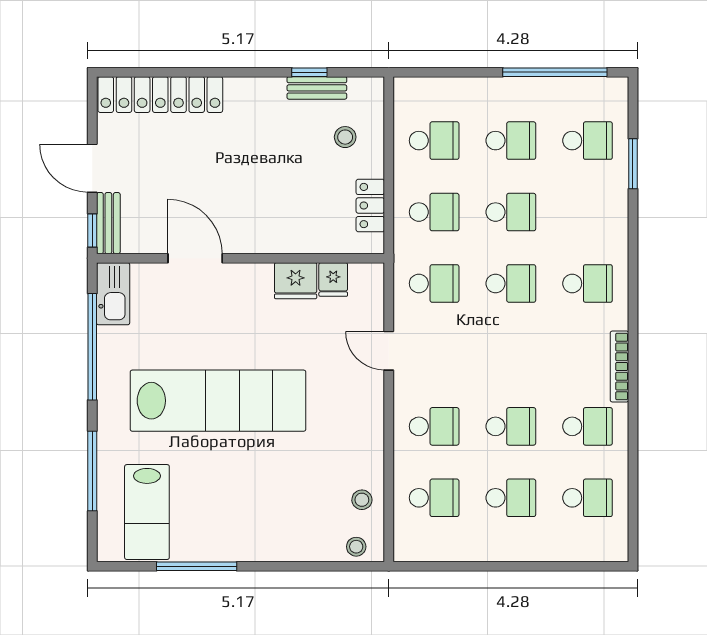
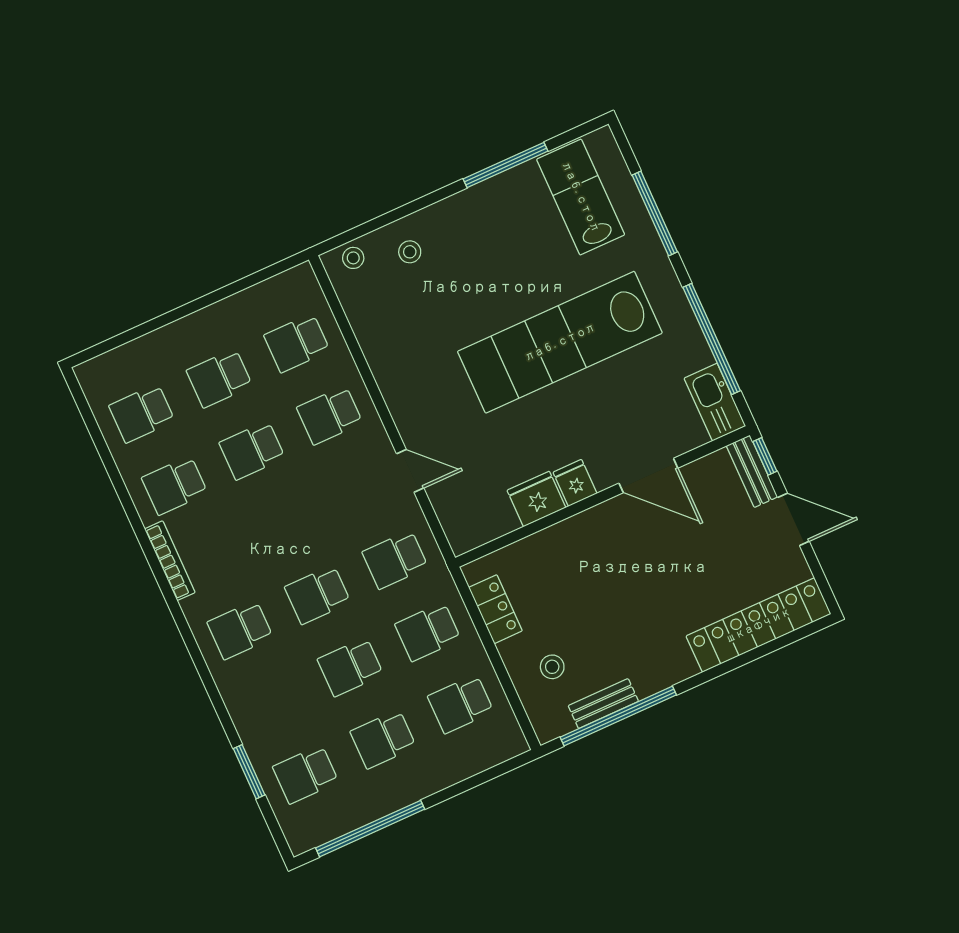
window: (309, 72) -> (618, 716), width x3.17
fridge: (333, 280) -> (575, 483), moved
stool: (362, 500) -> (410, 252), moved

